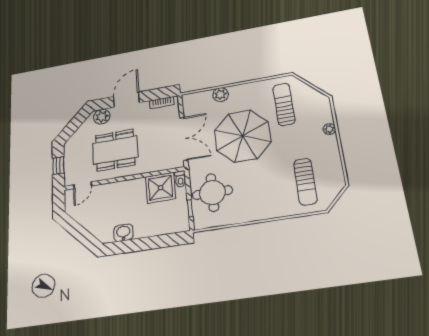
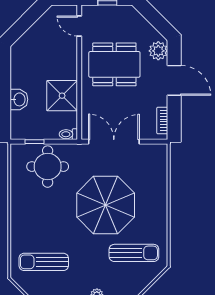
plant: (220, 95) -> (159, 187), removed
double door: (184, 139) -> (114, 142), swing flipped
dining table: (115, 150) -> (114, 64), turned 90
shower: (161, 188) -> (62, 96), moved
washbasin: (123, 233) -> (19, 99), moved

